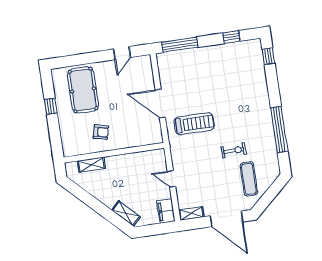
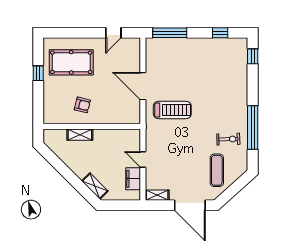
pool table: (83, 90) -> (71, 62), turned 90
exercise bike: (234, 150) -> (228, 139), moved
shelving: (91, 165) -> (80, 135), moved
filing cabinet: (166, 211) -> (133, 179), moved

